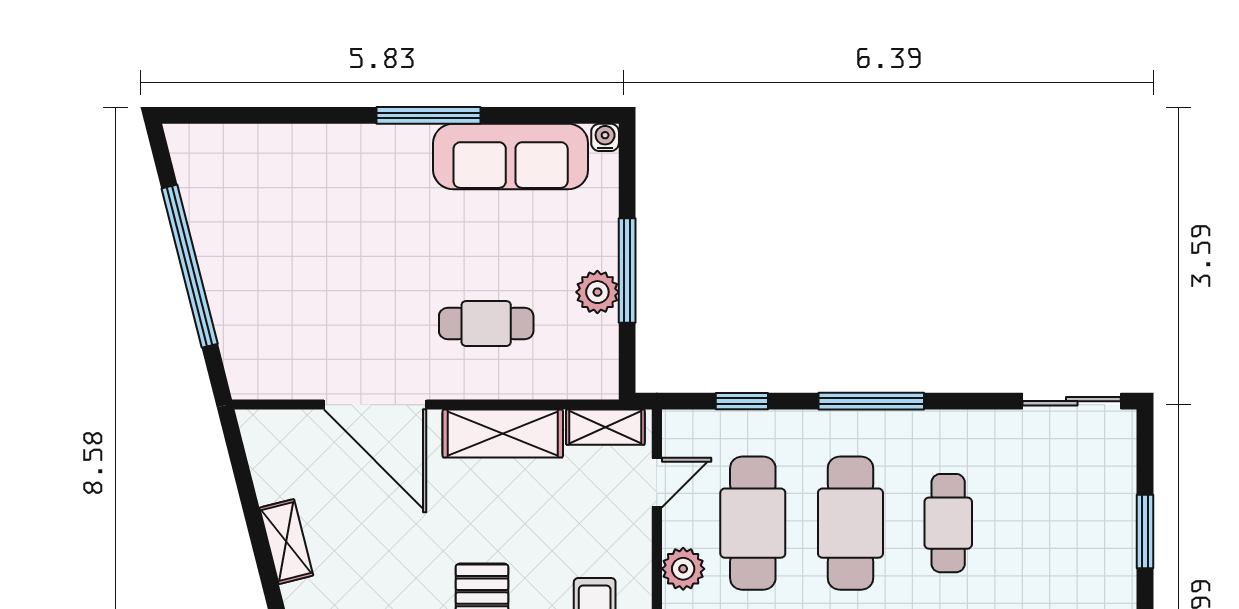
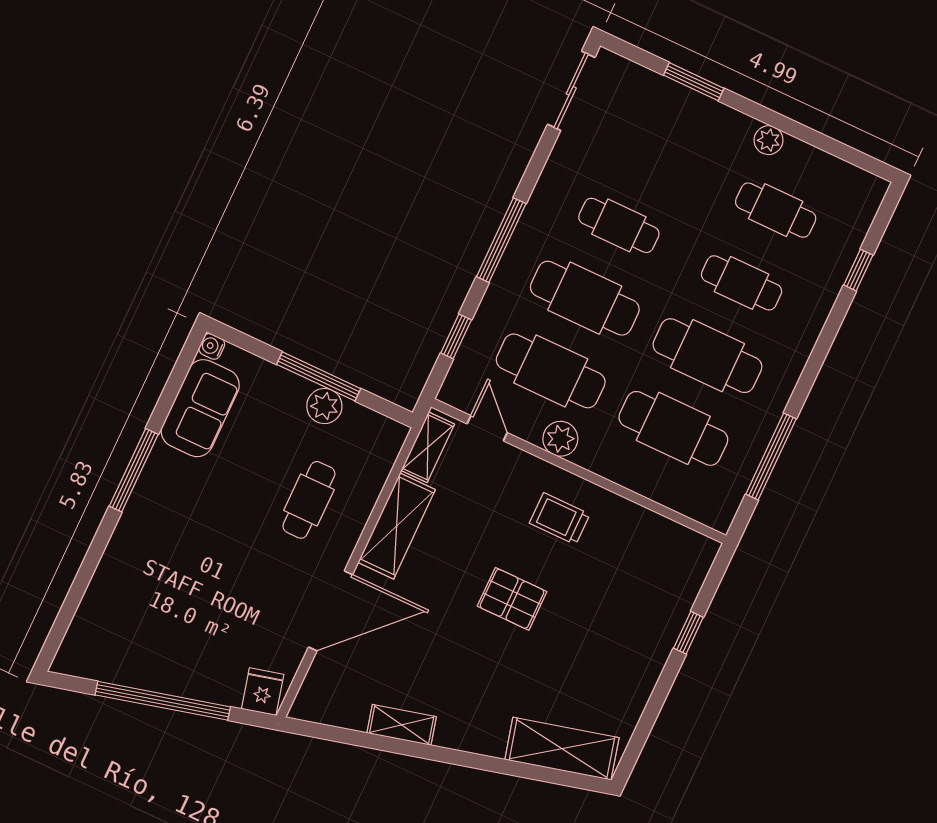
sofa: (511, 157) -> (200, 408), width x0.73
fridge: (251, 371) -> (263, 692), added

